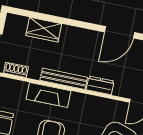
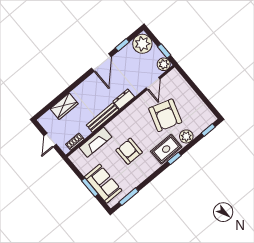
fireplace: (48, 95) -> (96, 142), moved

